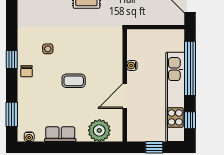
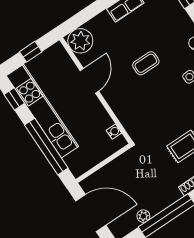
water cooler: (132, 66) -> (114, 132), moved
plant: (99, 130) -> (80, 41), moved

